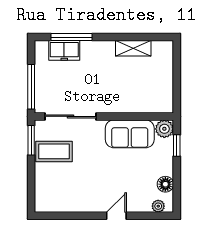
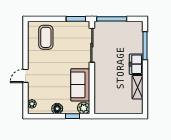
freezer: (64, 50) -> (136, 64), moved
coffee table: (54, 151) -> (46, 37), moved
floor lamp: (165, 184) -> (57, 109), moved
door: (116, 216) -> (26, 76), swing flipped

